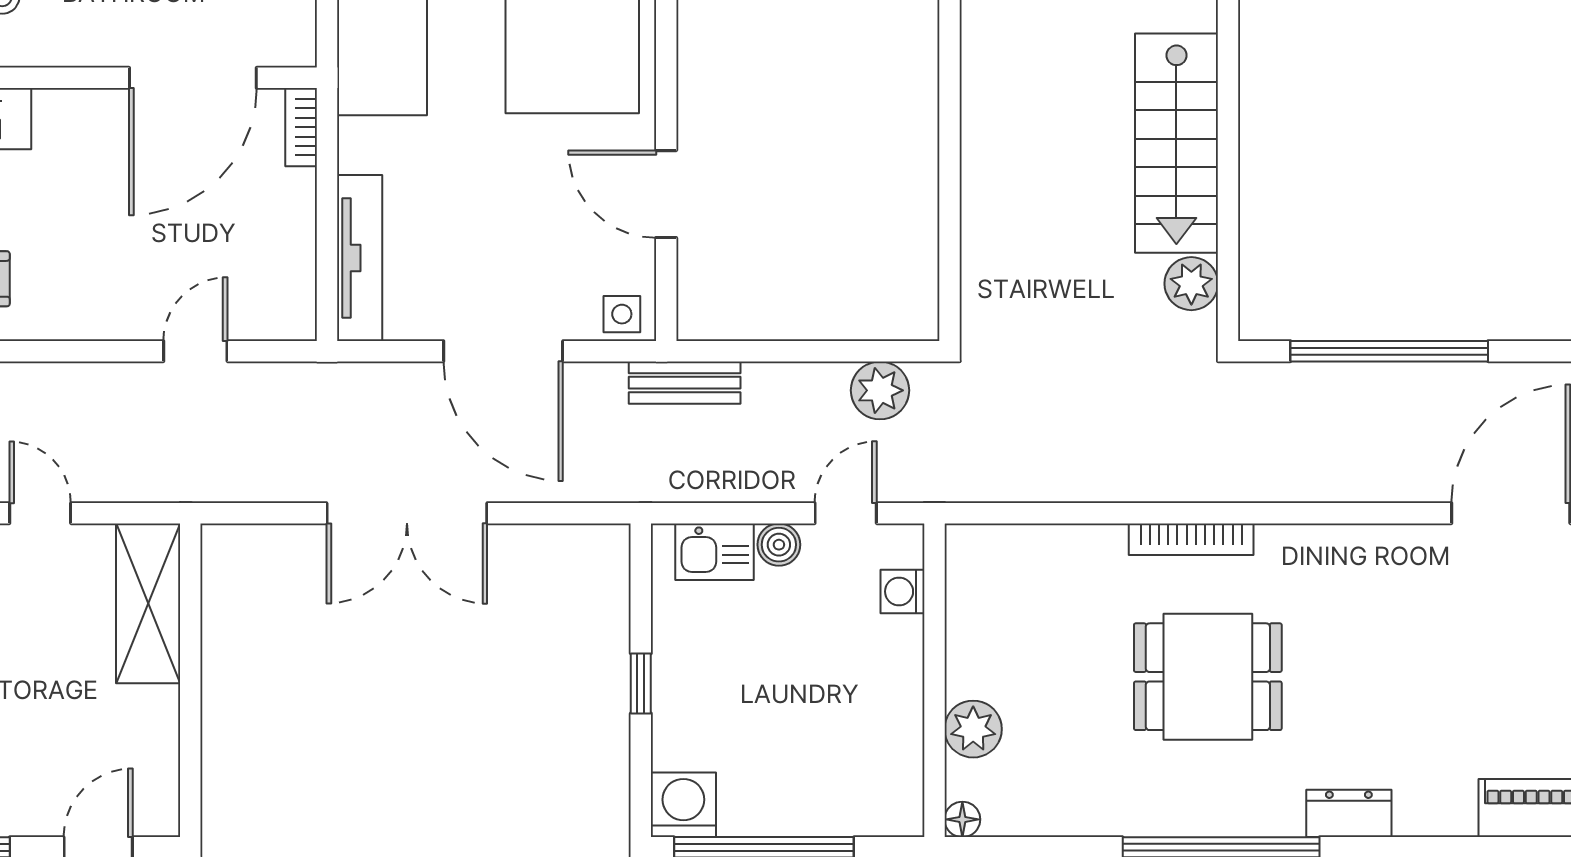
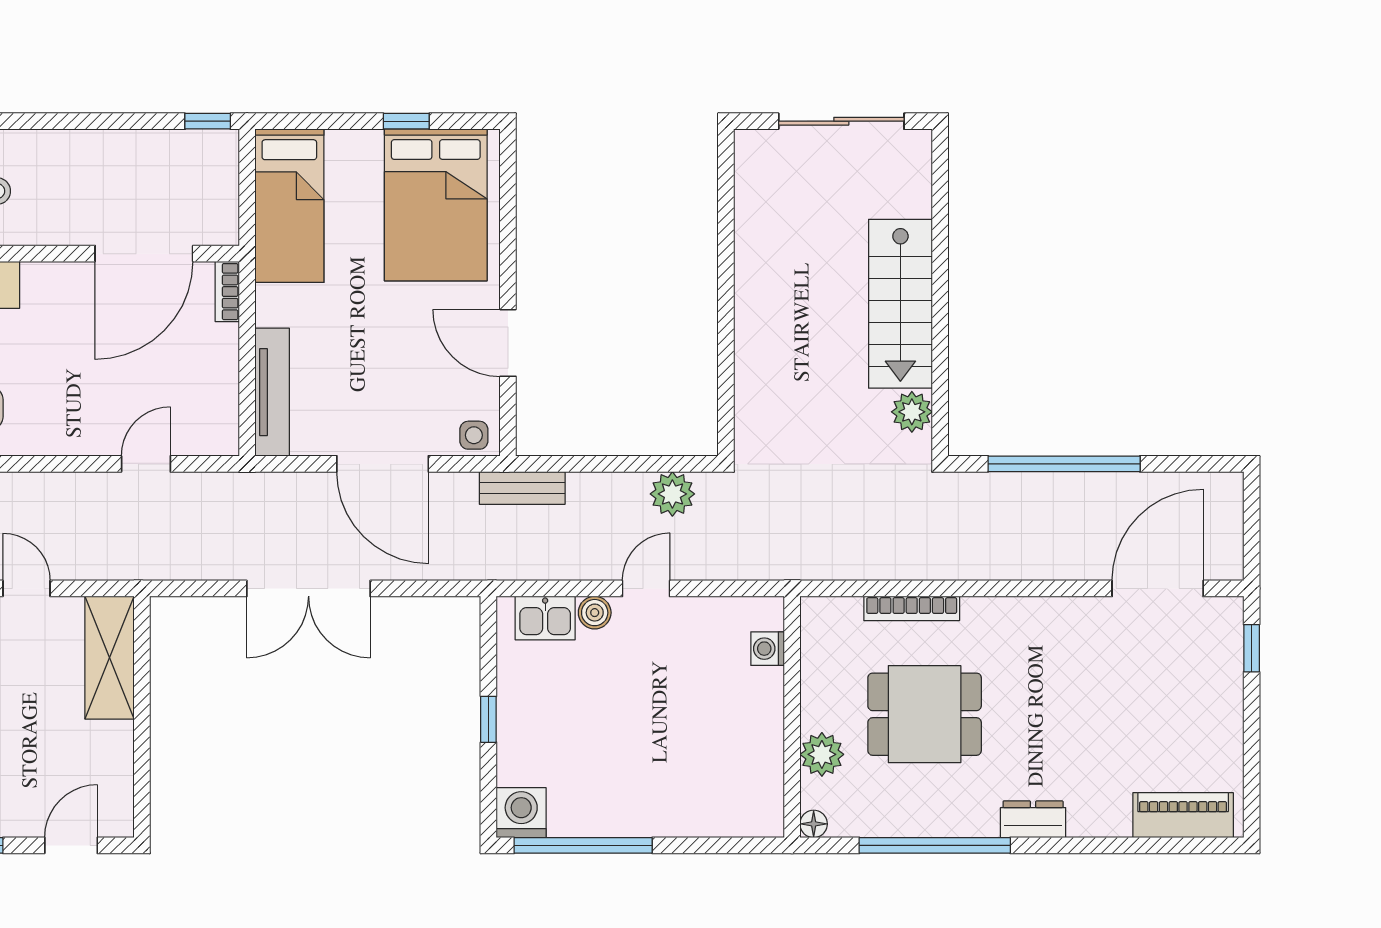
washing machine: (903, 591) -> (768, 649), moved
wall: (934, 680) -> (792, 717), moved
plant: (973, 729) -> (822, 754), moved
floor lamp: (962, 819) -> (814, 824), moved

